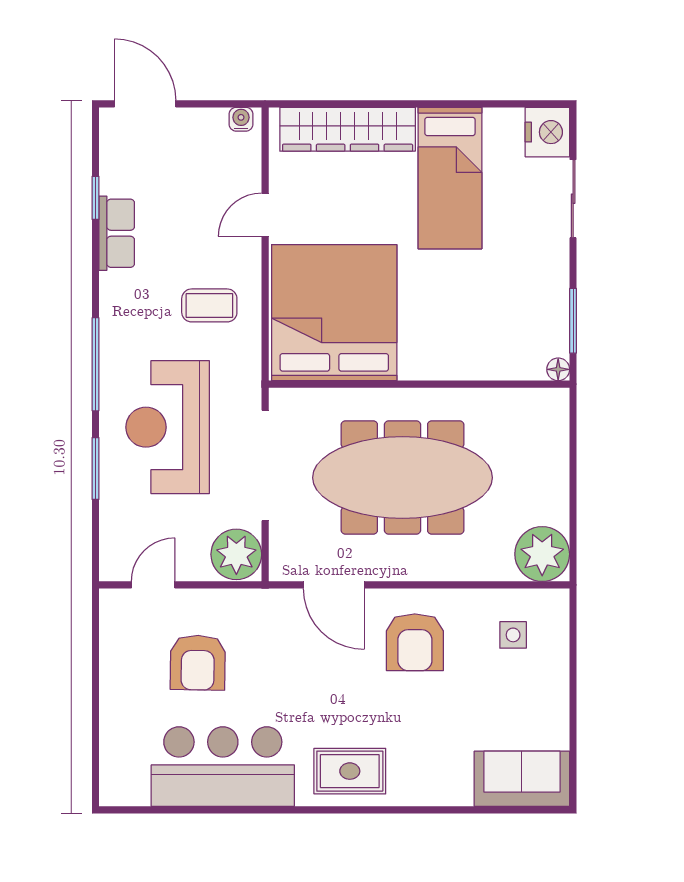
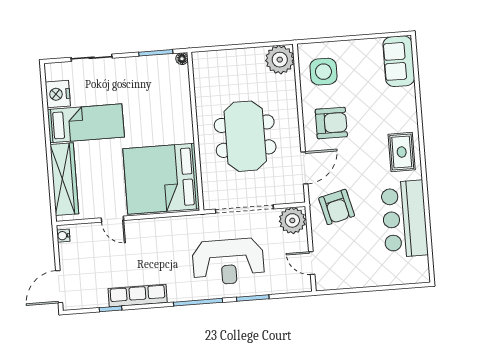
nightstand: (547, 132) -> (58, 94), moved, turned -90
row of seats: (117, 233) -> (138, 296), width x1.48
coffee table: (209, 305) -> (162, 245), removed
meeting table: (403, 478) -> (245, 136), width x0.73
side table: (513, 635) -> (323, 72), width x1.87, depth x1.87
armchair: (198, 663) -> (337, 207), moved, turned 75

